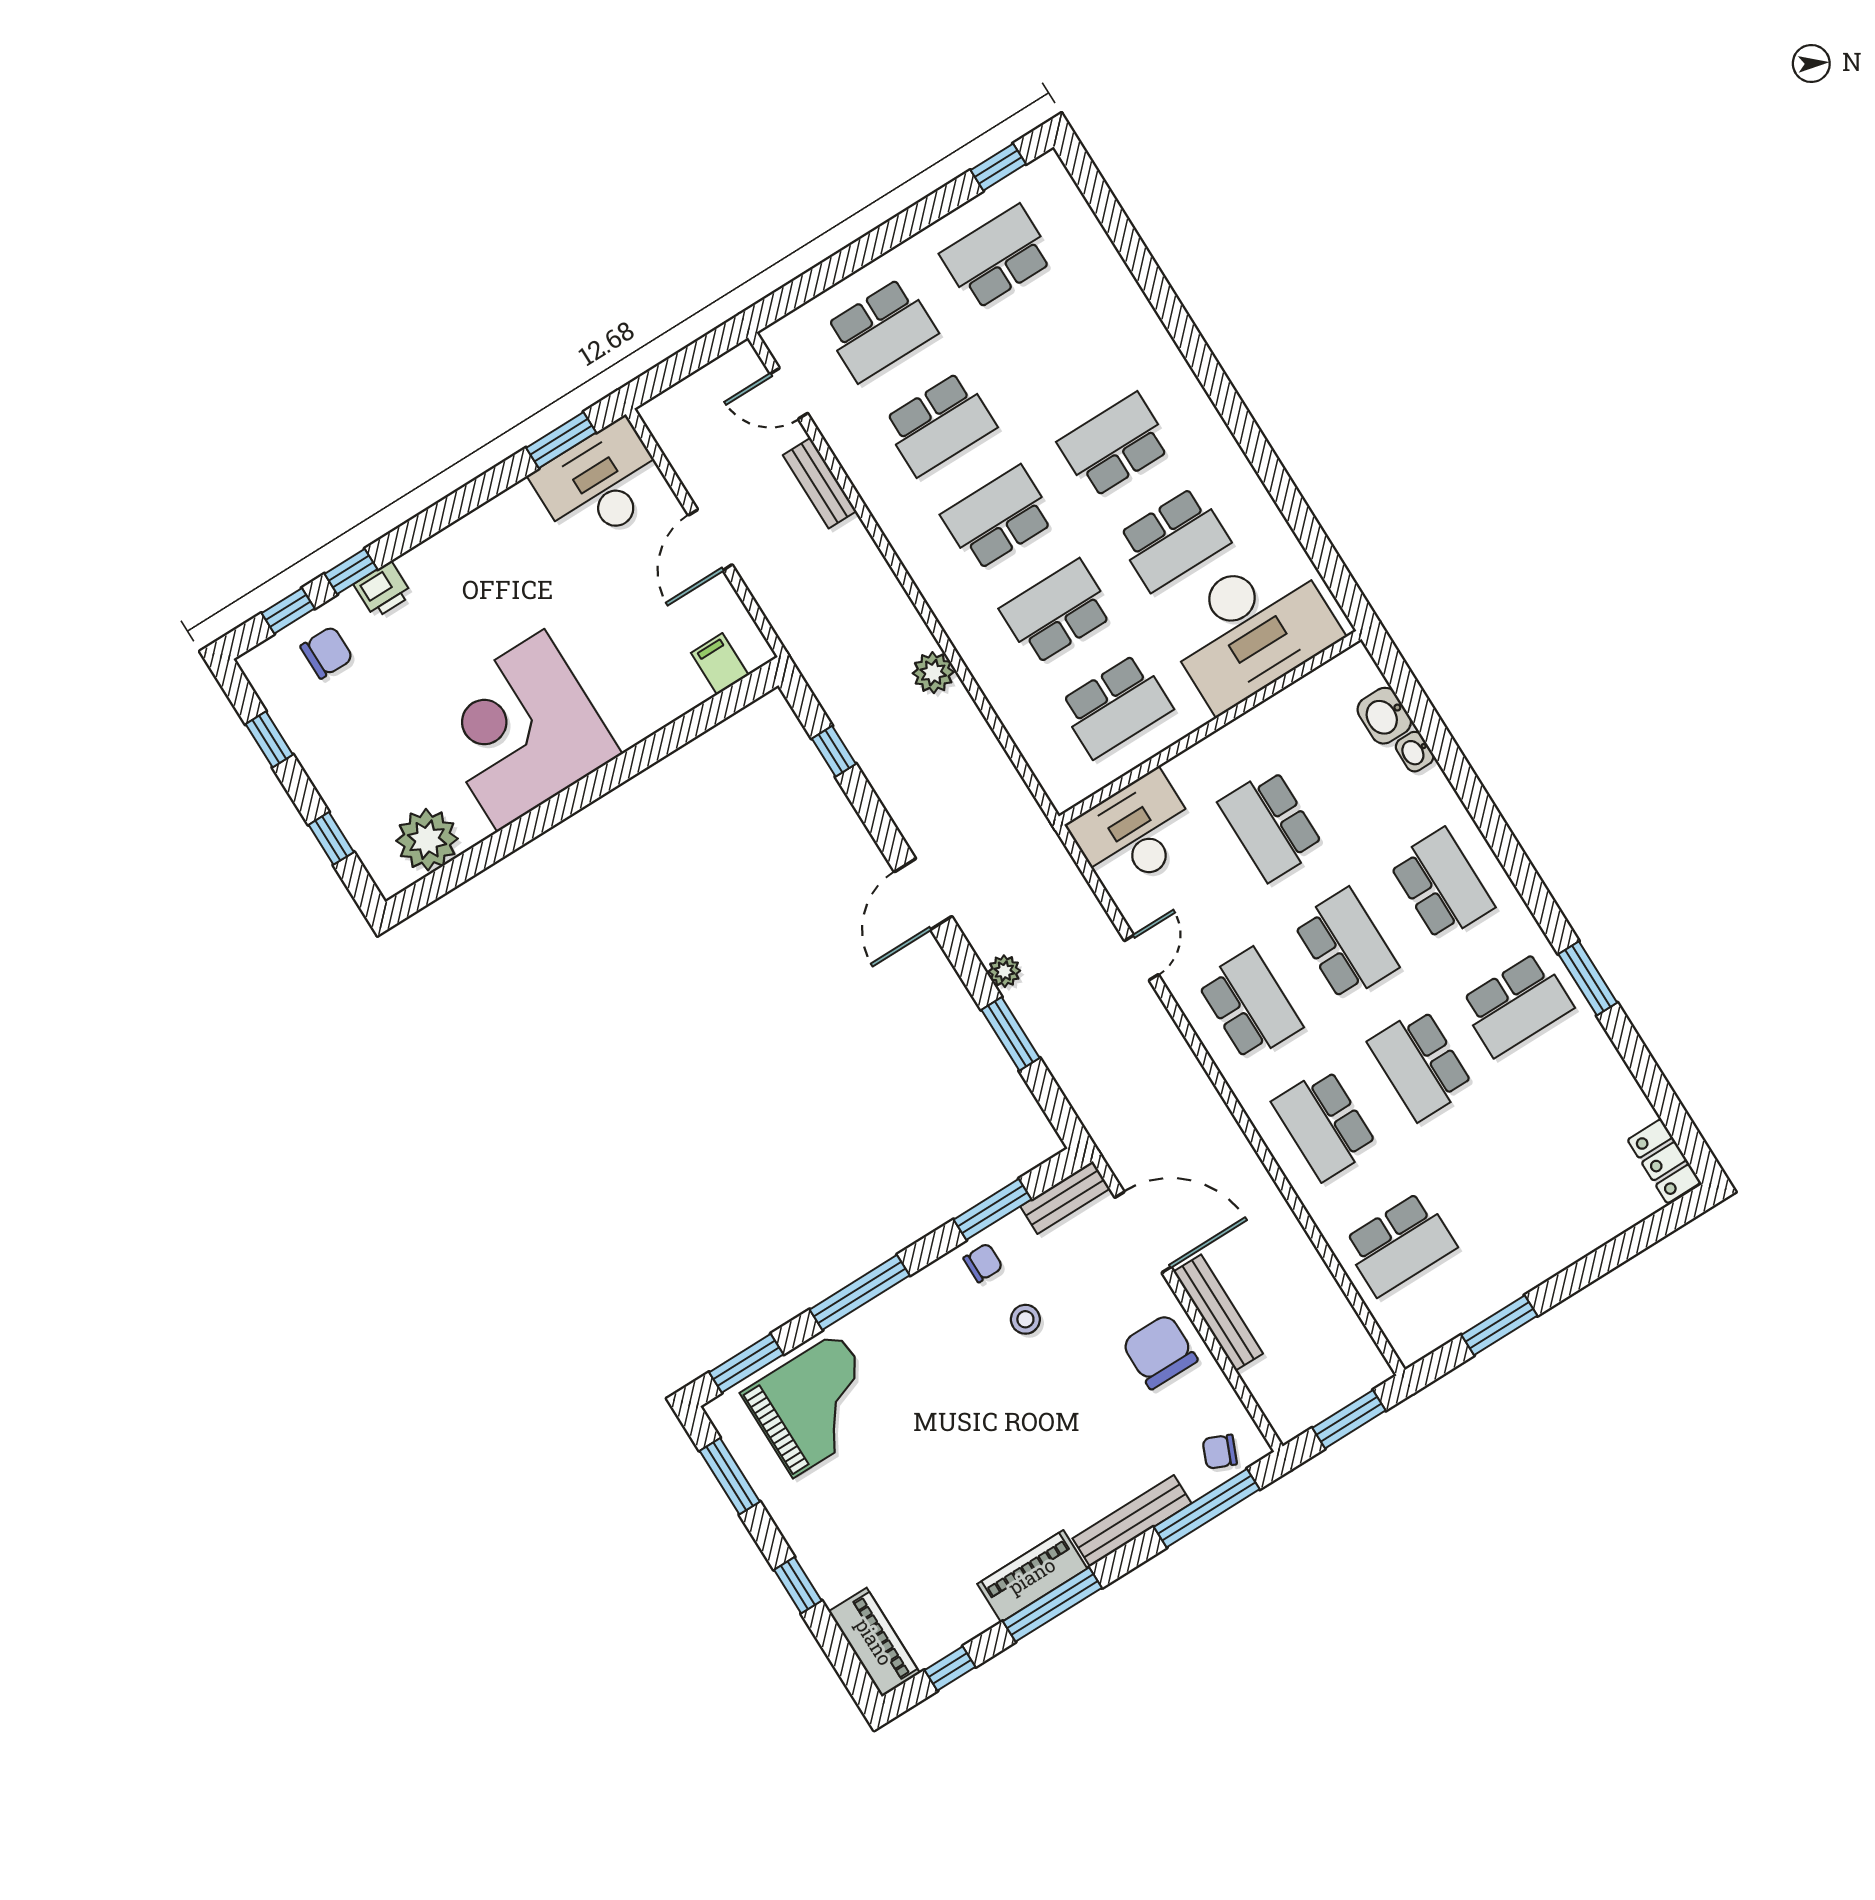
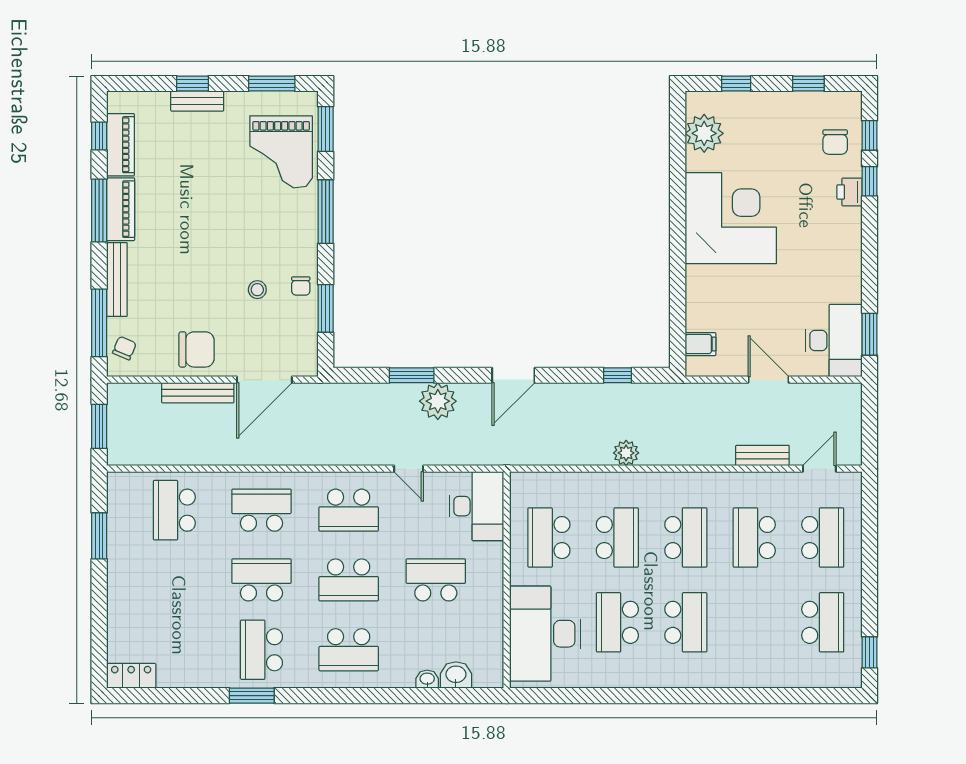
school desk: (881, 330) -> (823, 538), turned 180
door: (923, 894) -> (513, 375), swing flipped
plant: (1004, 971) -> (438, 401), width x1.88, depth x1.88
bench: (1065, 1198) -> (197, 101), moved, turned 90
piano: (874, 1642) -> (120, 145), moved, turned -90

